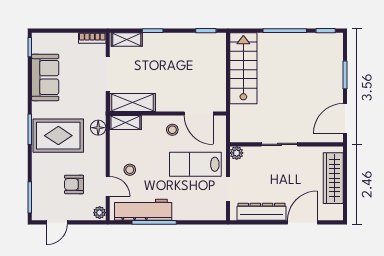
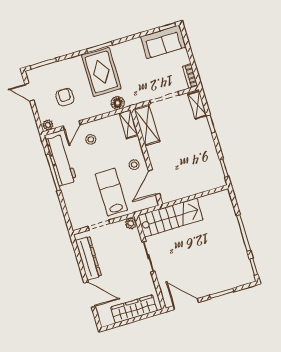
stairs: (243, 68) -> (171, 218), moved
sofa: (45, 77) -> (163, 42), moved

